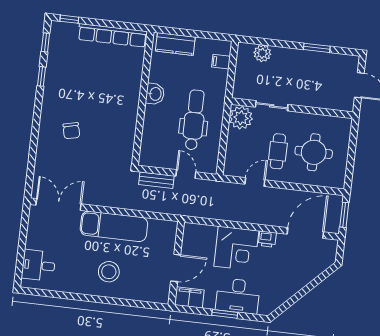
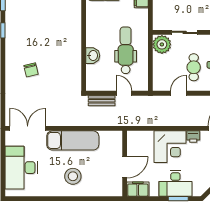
washbasin: (155, 94) -> (93, 56), moved
desk: (39, 265) -> (21, 168), width x1.87, depth x1.30
window: (225, 314) -> (178, 199), moved

